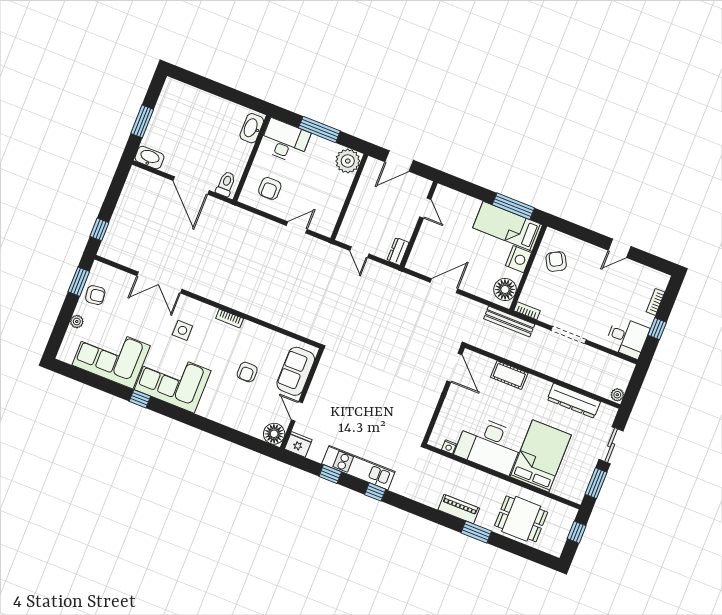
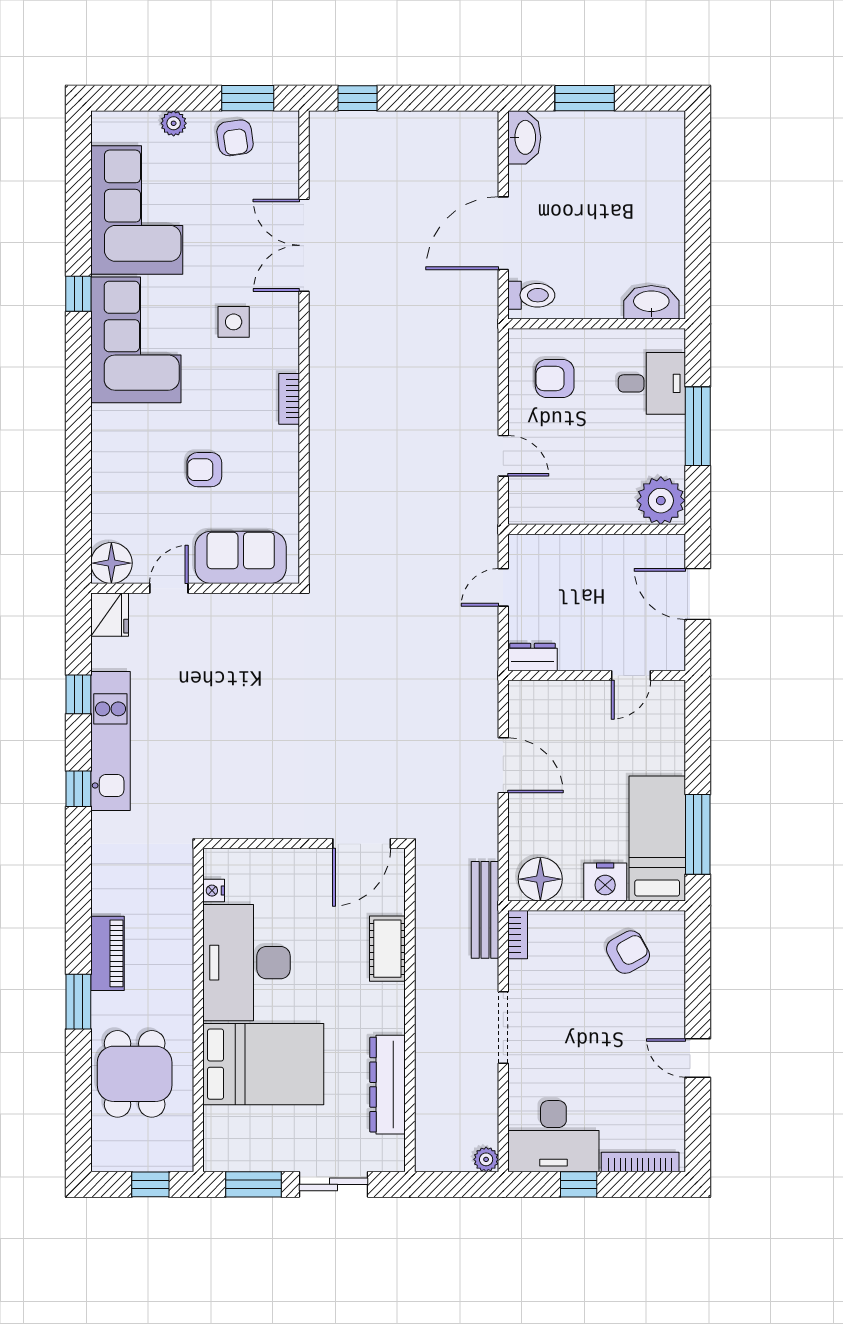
desk: (285, 141) -> (652, 383), width x0.73
bookcase: (656, 302) -> (640, 1162), width x1.56
desk: (627, 337) -> (553, 1136), width x1.37
plant: (617, 395) -> (486, 1159), moved

